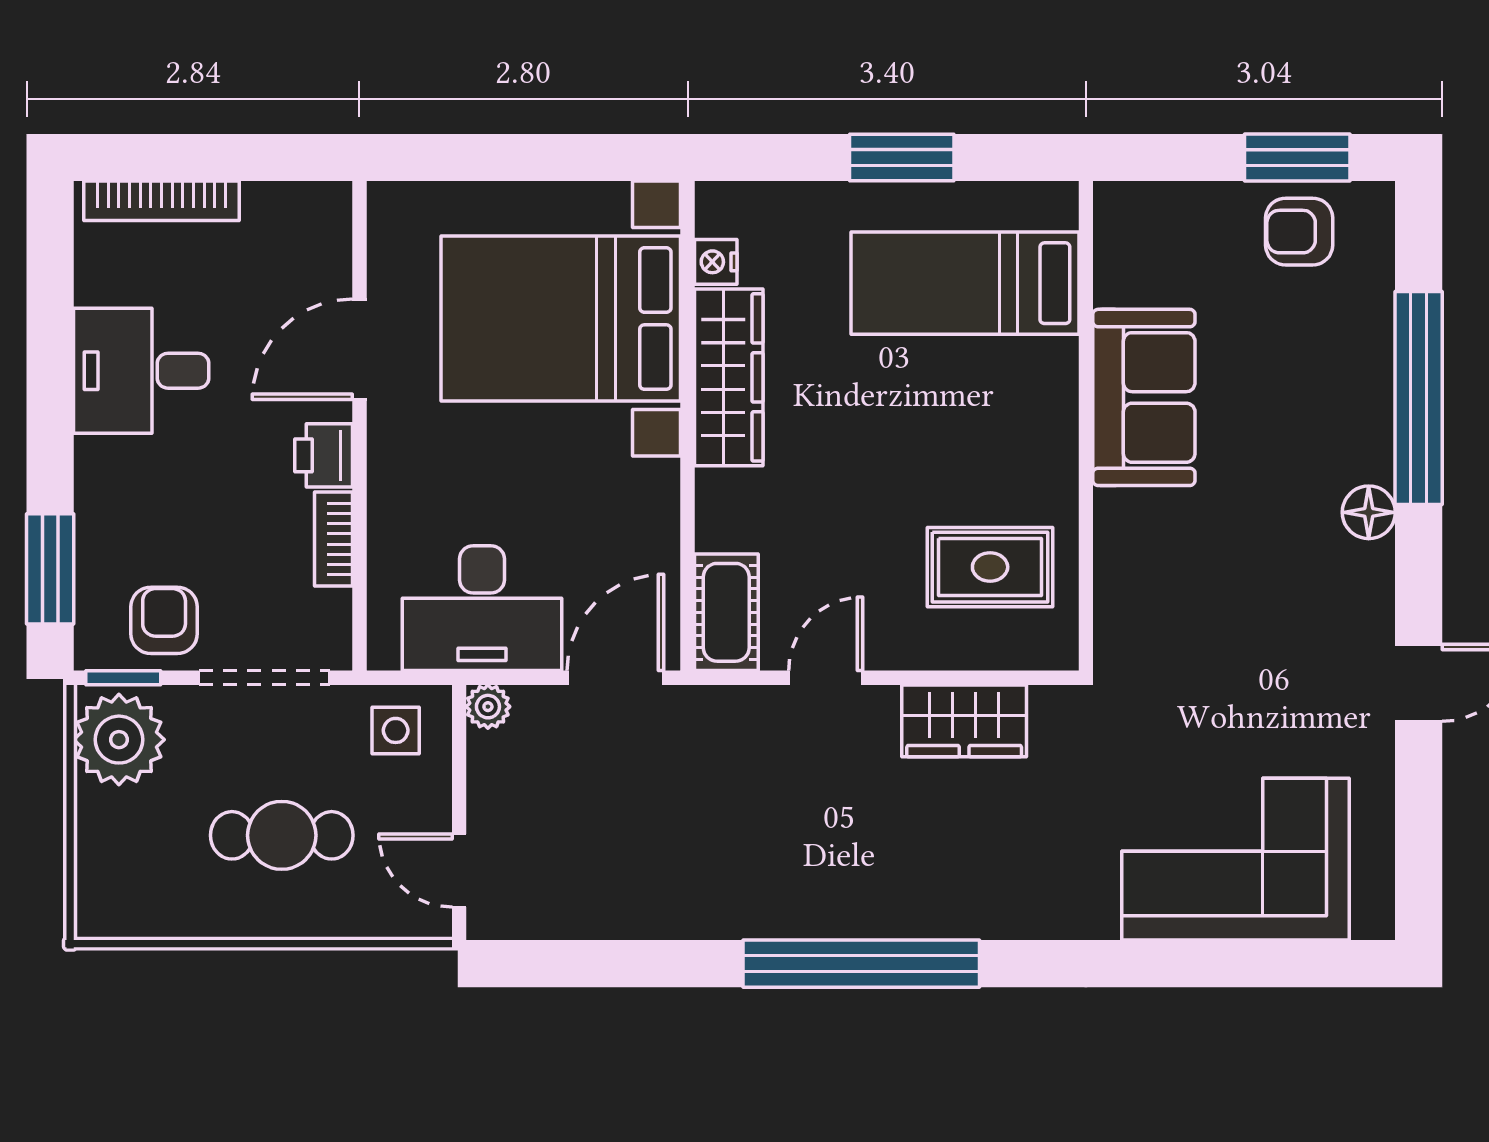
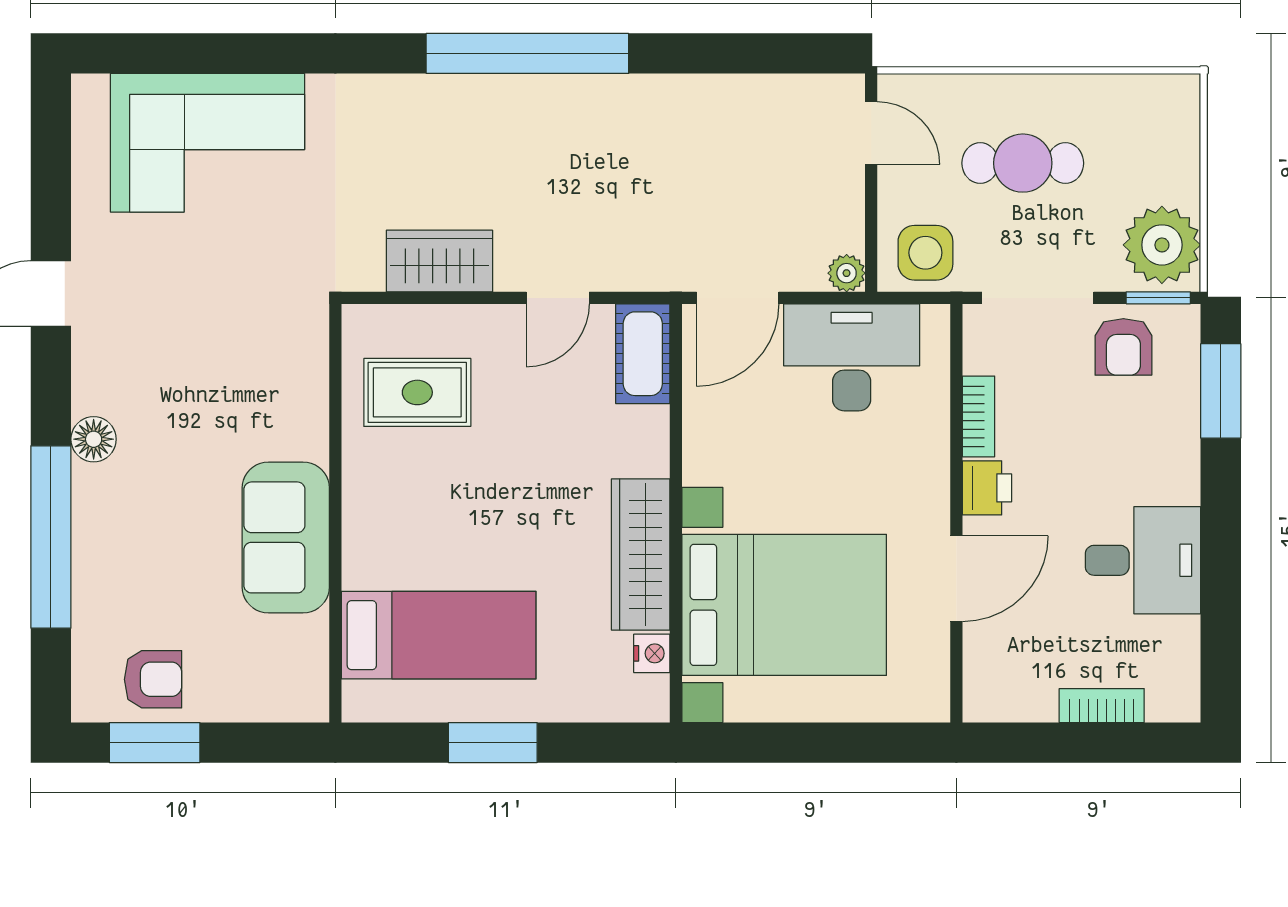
bookcase: (162, 201) -> (1102, 706), width x0.64
side table: (396, 730) -> (925, 253), width x1.37, depth x1.37

